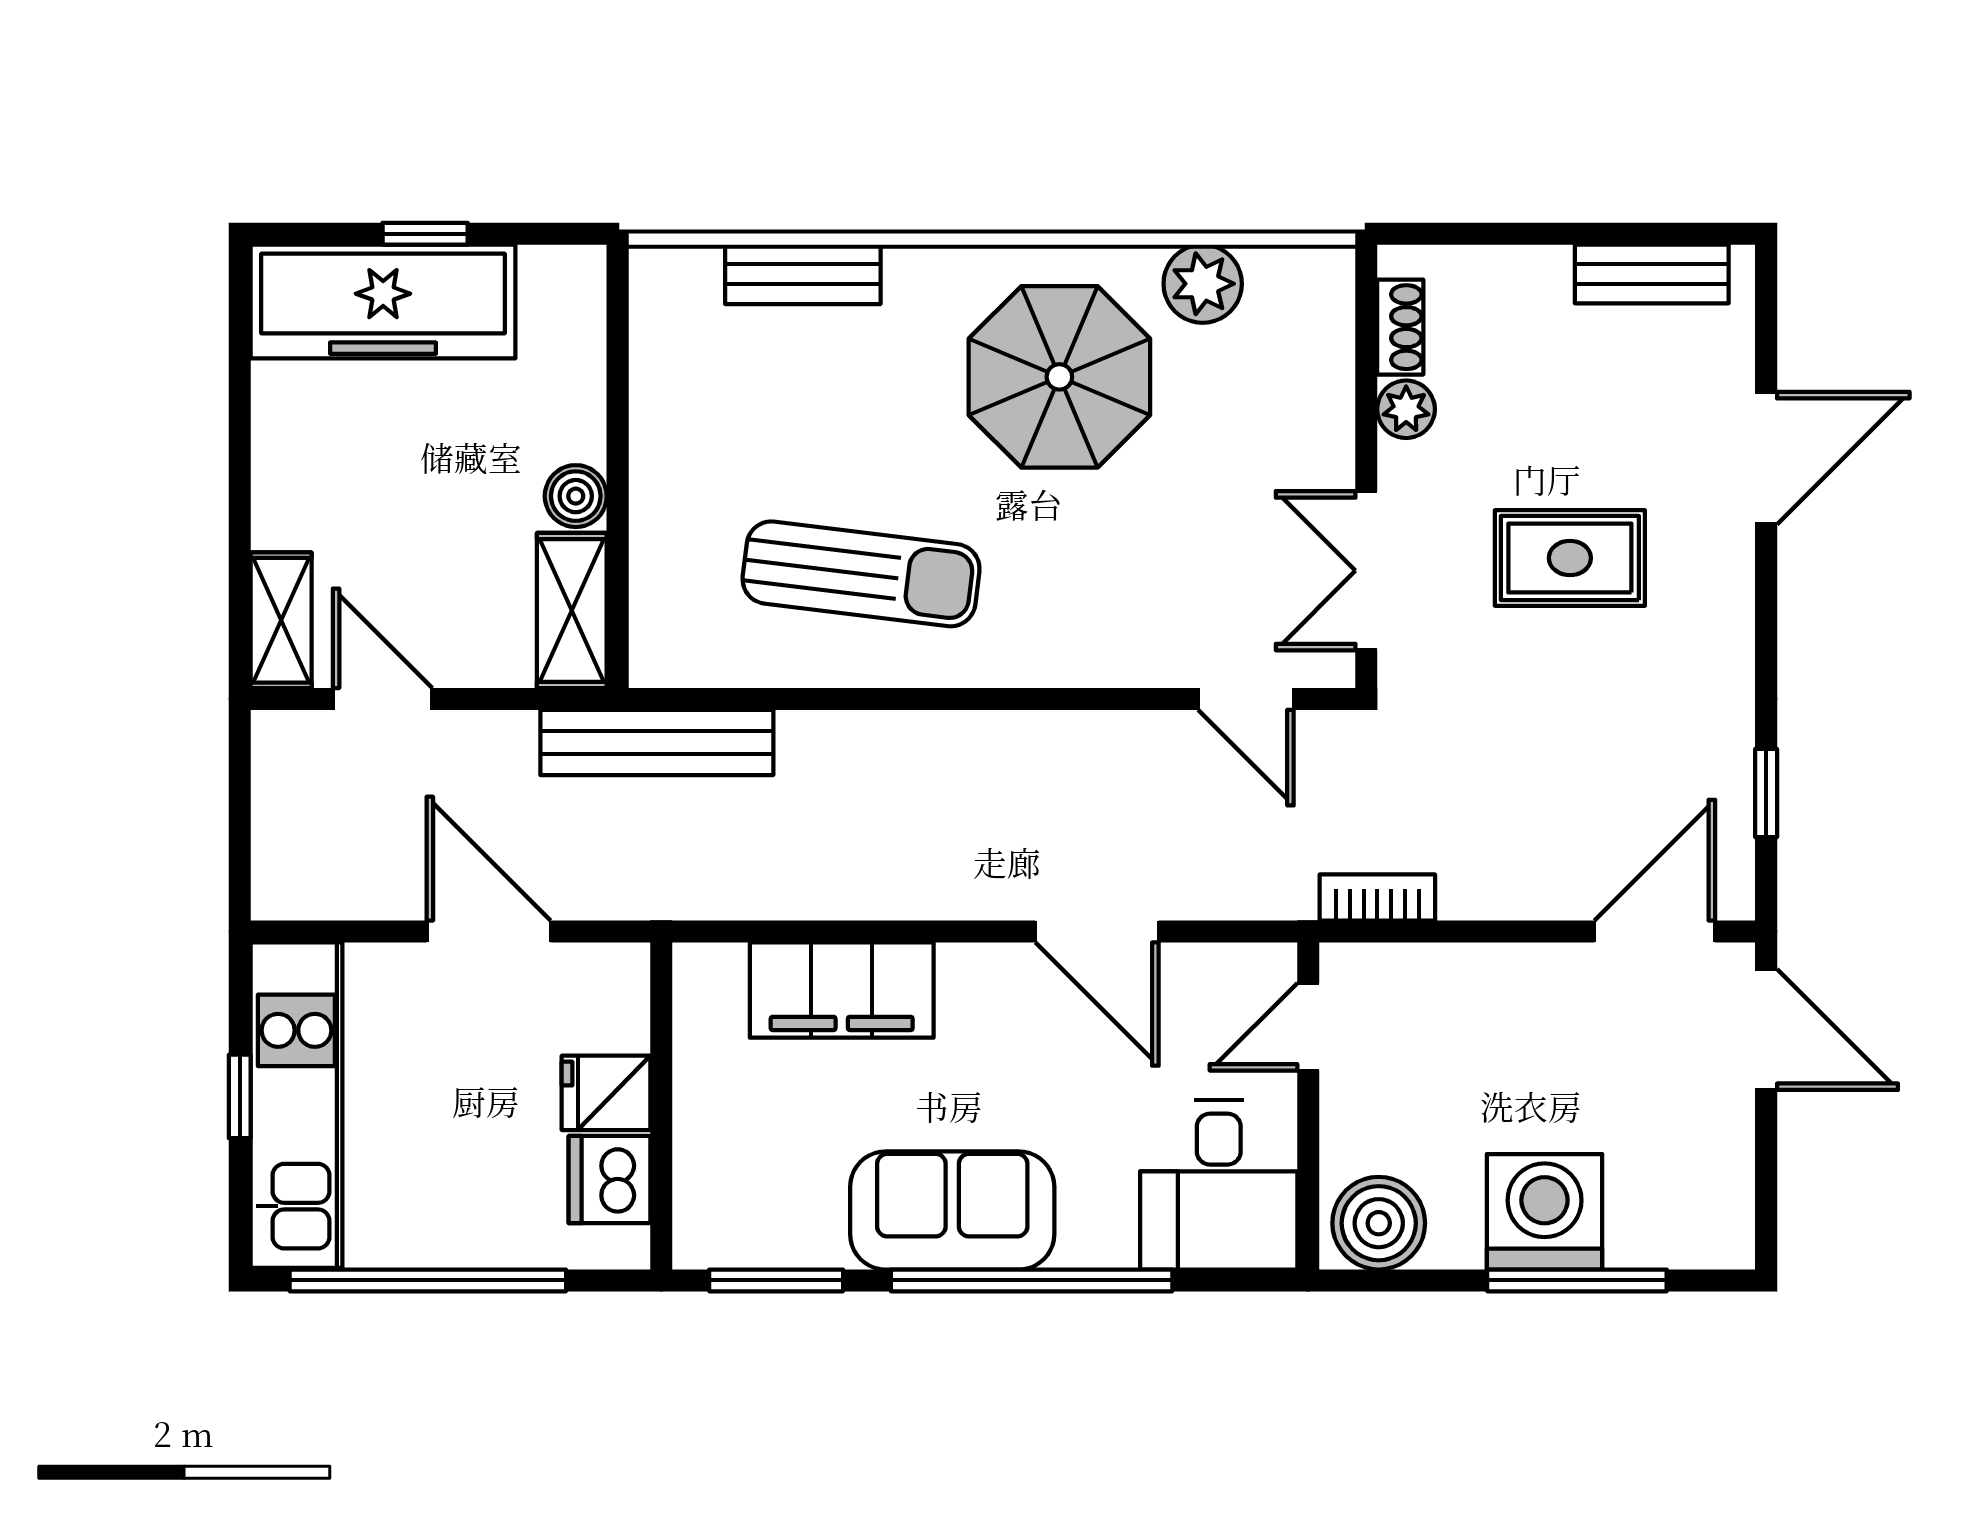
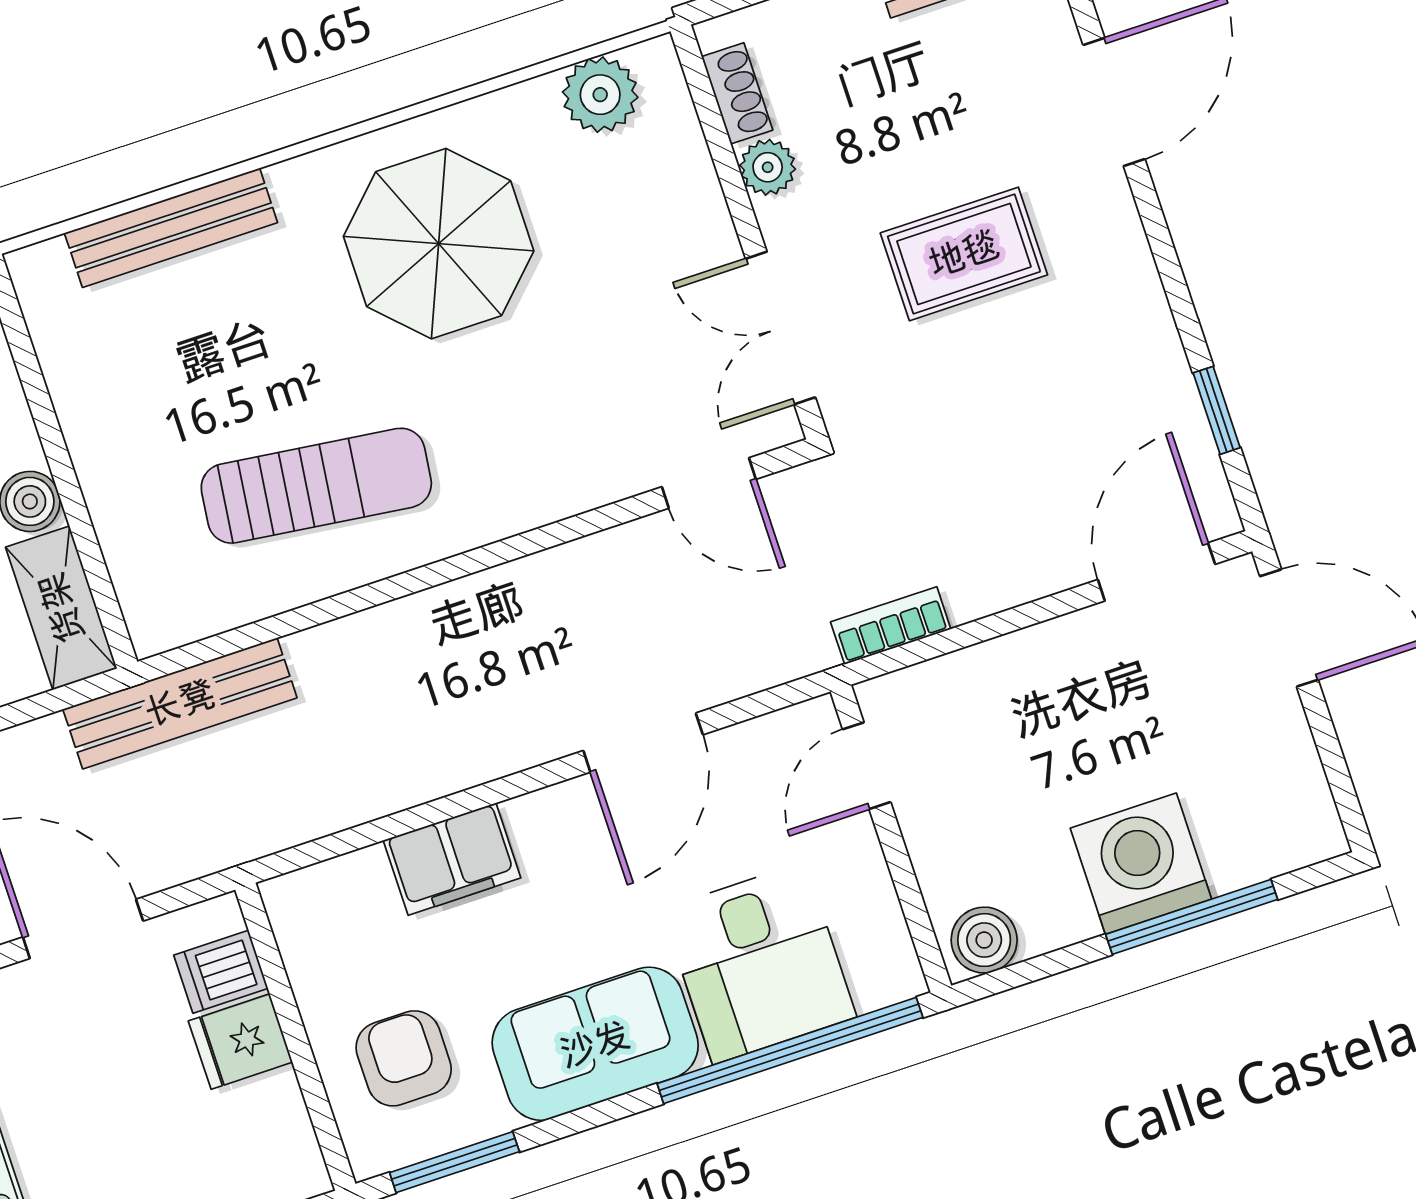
bench: (803, 274) -> (171, 228), width x1.36
plant: (1203, 284) -> (600, 95), moved
door: (1097, 932) -> (643, 743), hinge flipped
filing cabinet: (842, 990) -> (452, 859), width x0.67, depth x0.86
armchair: (760, 1162) -> (404, 1058), added
dishwasher: (610, 1180) -> (221, 972), moved, width x0.73
desk: (1219, 1185) -> (759, 963), moved
boiler: (1379, 1223) -> (984, 940), width x0.73, depth x0.73
window: (1032, 1280) -> (790, 1051), moved

